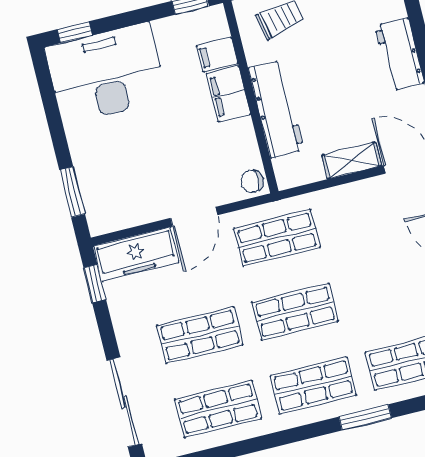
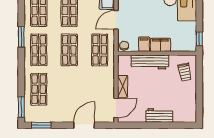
filing cabinet: (217, 55) -> (144, 44), moved
door: (194, 217) -> (116, 20), hinge flipped
window: (365, 417) -> (21, 37), moved

